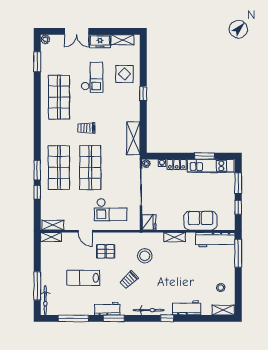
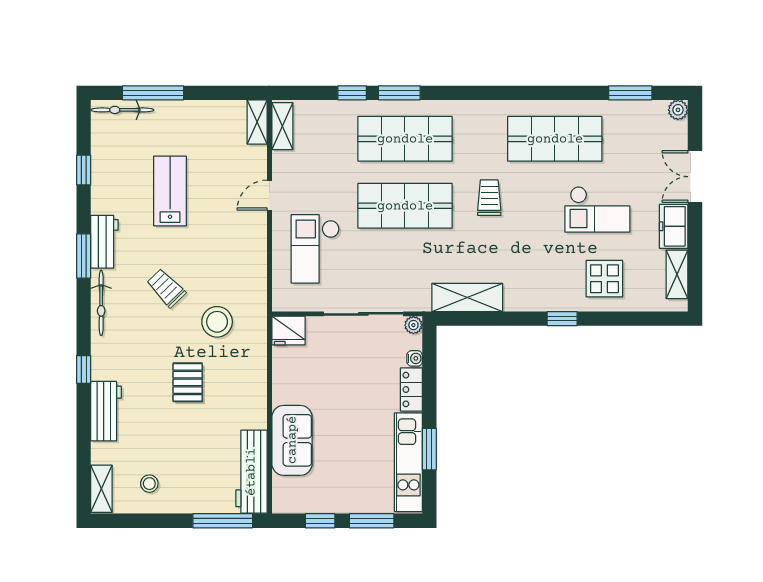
shelving: (175, 237) -> (257, 385), removed
pallet: (106, 251) -> (188, 382), moved
bicycle: (149, 310) -> (101, 303), moved
window: (73, 318) -> (84, 170), width x0.46

